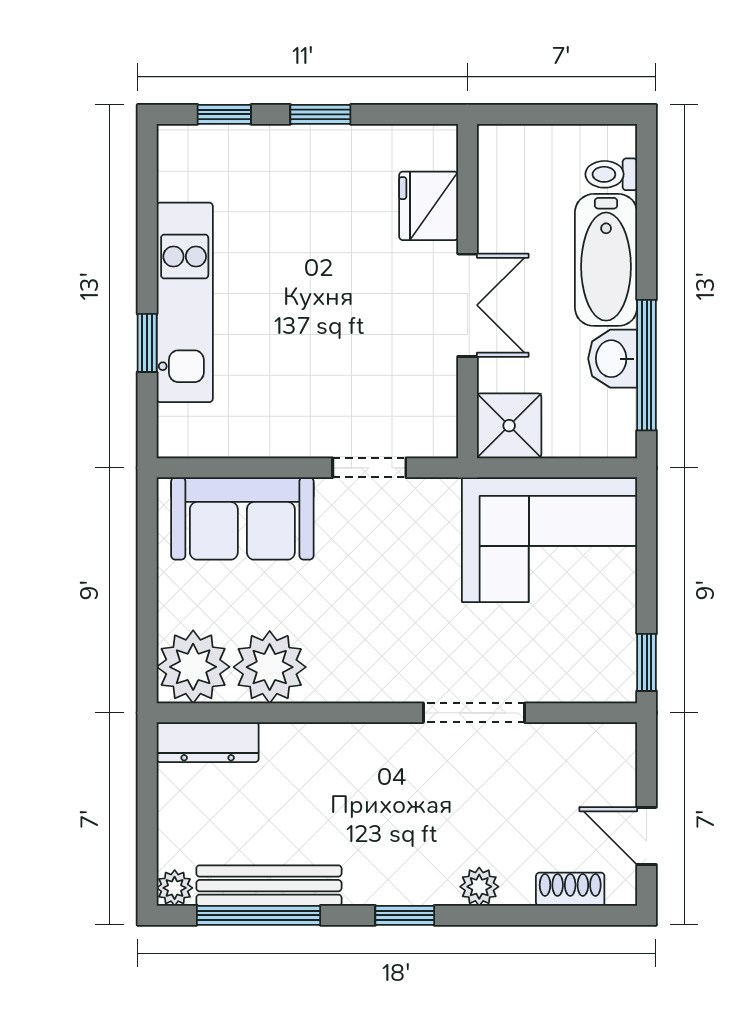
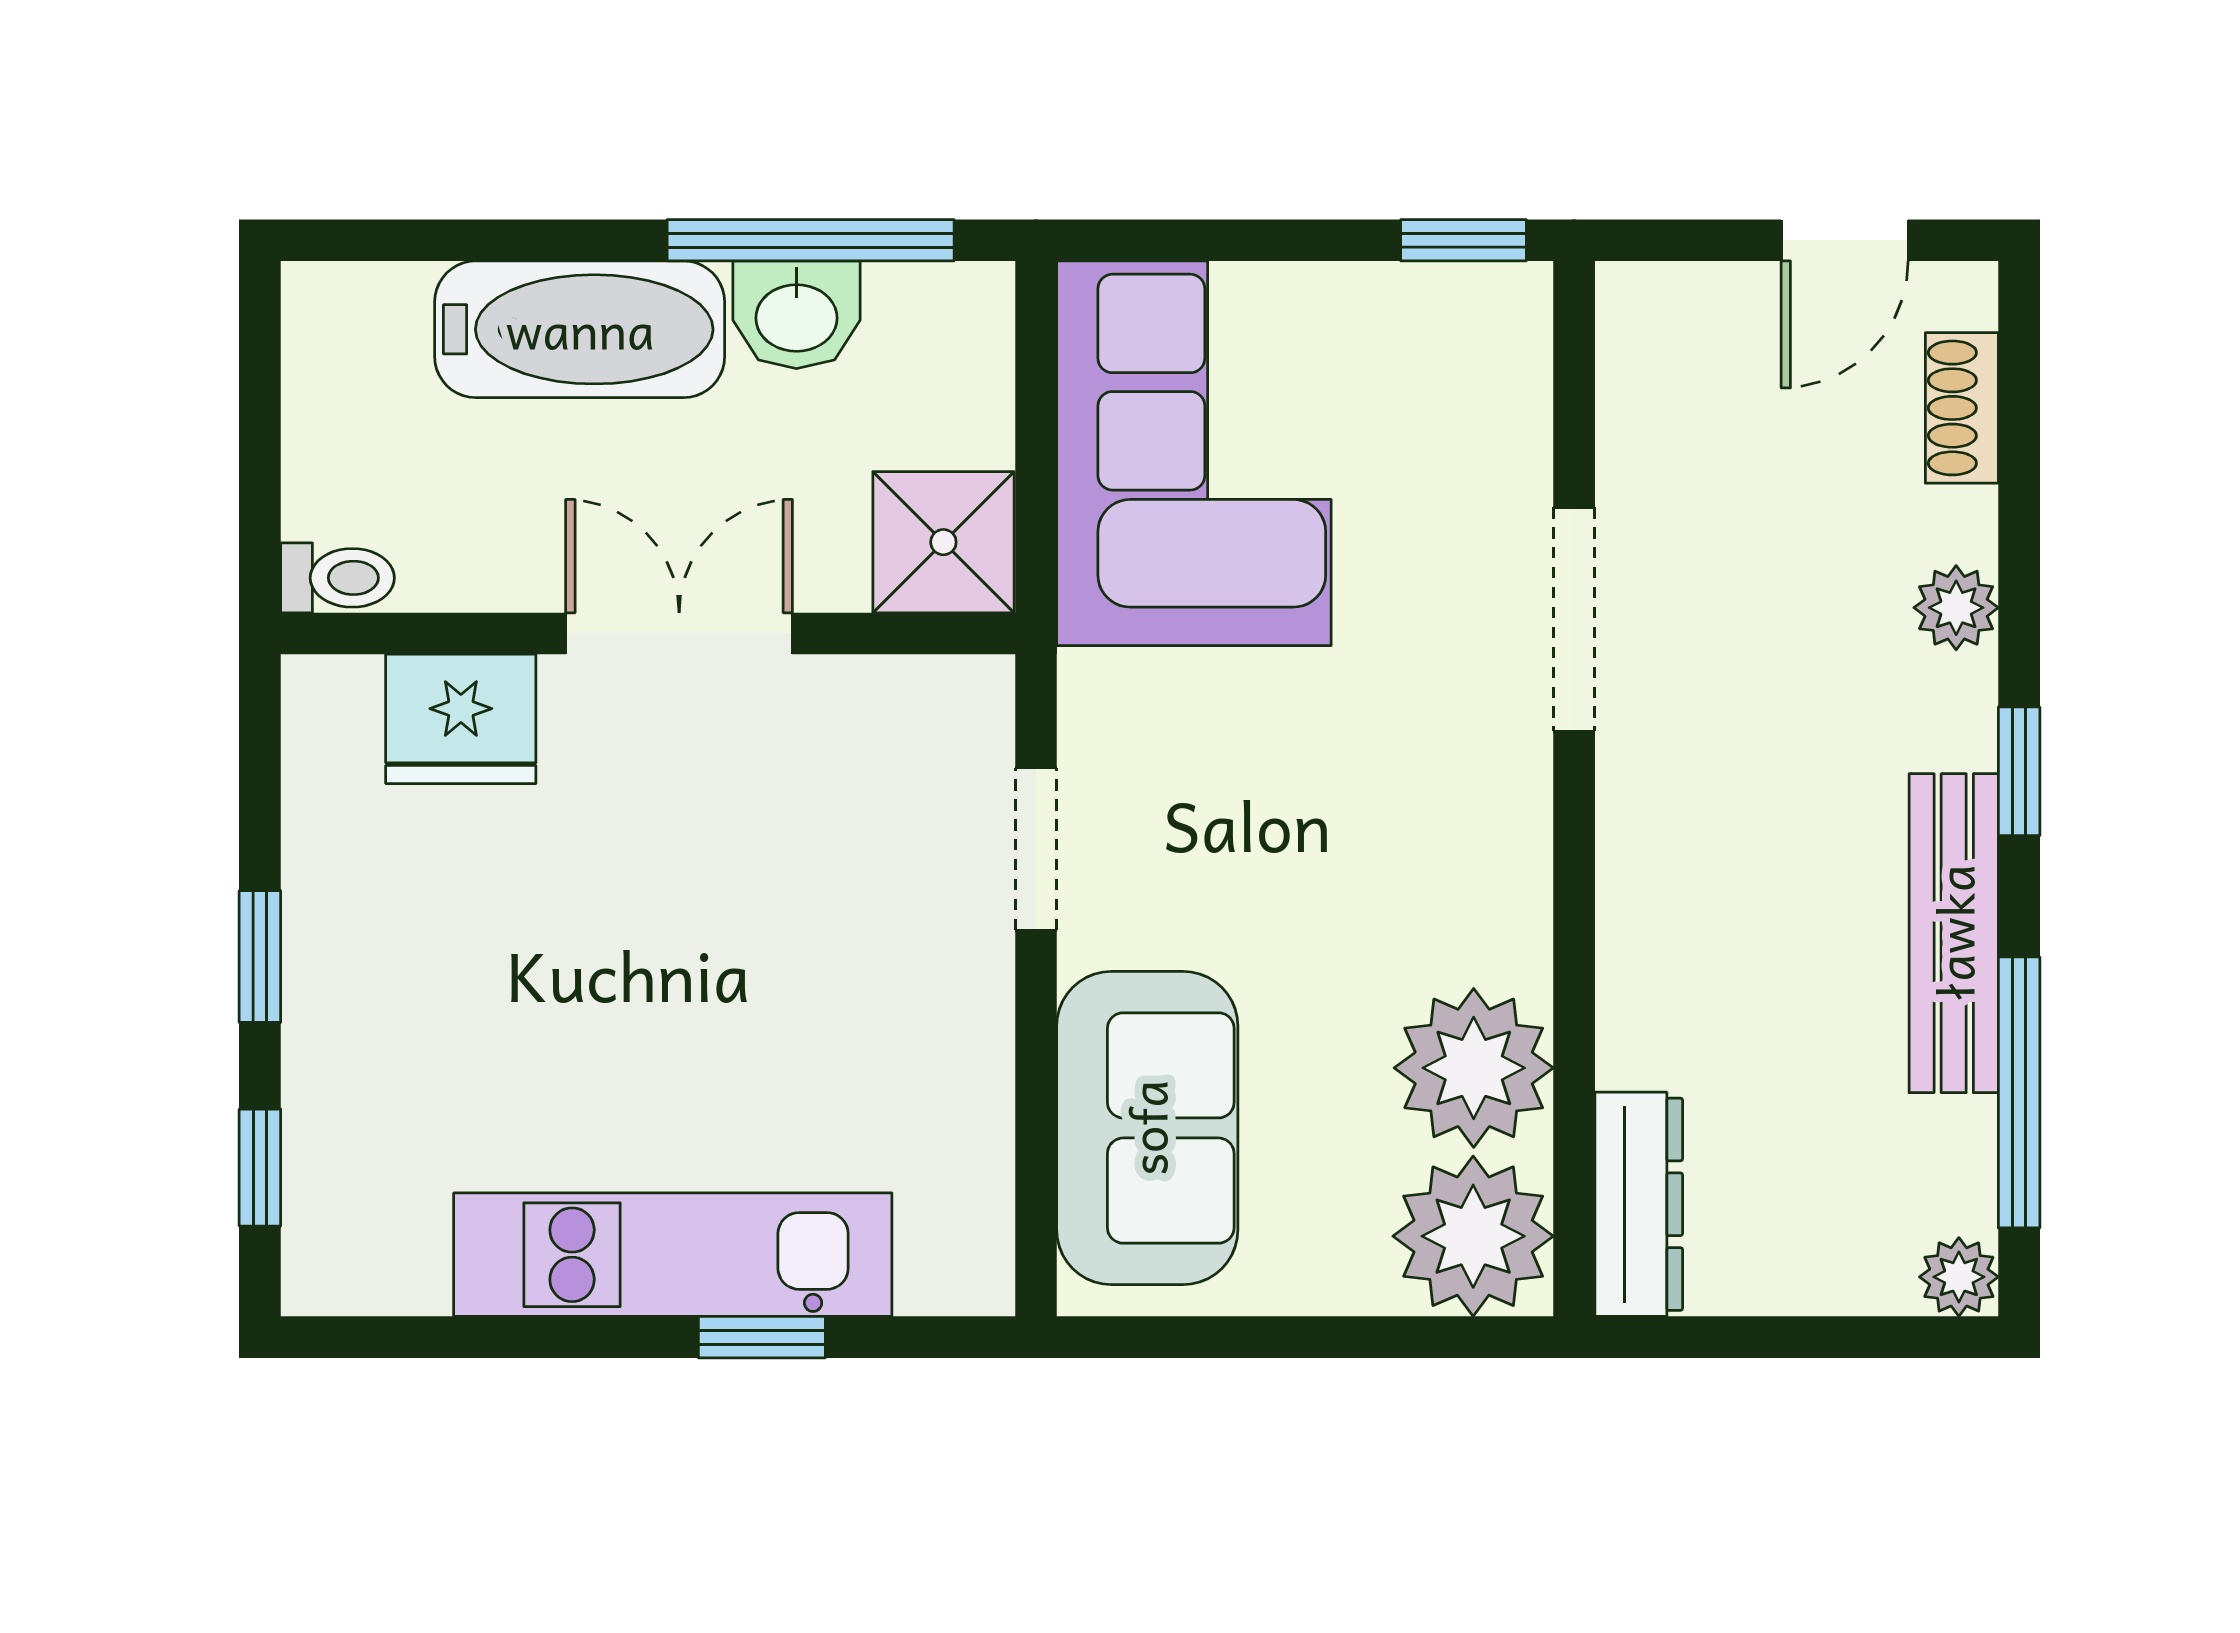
toilet: (611, 174) -> (338, 578), moved, turned -90
bench: (269, 886) -> (1954, 933), moved

